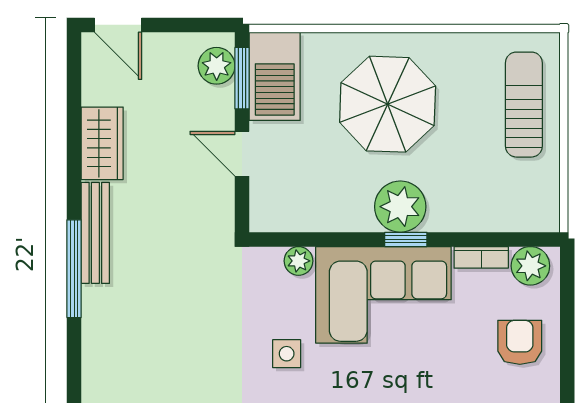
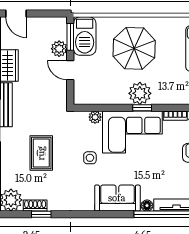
plant: (217, 66) -> (59, 49), moved
rug: (176, 343) -> (41, 153), added

